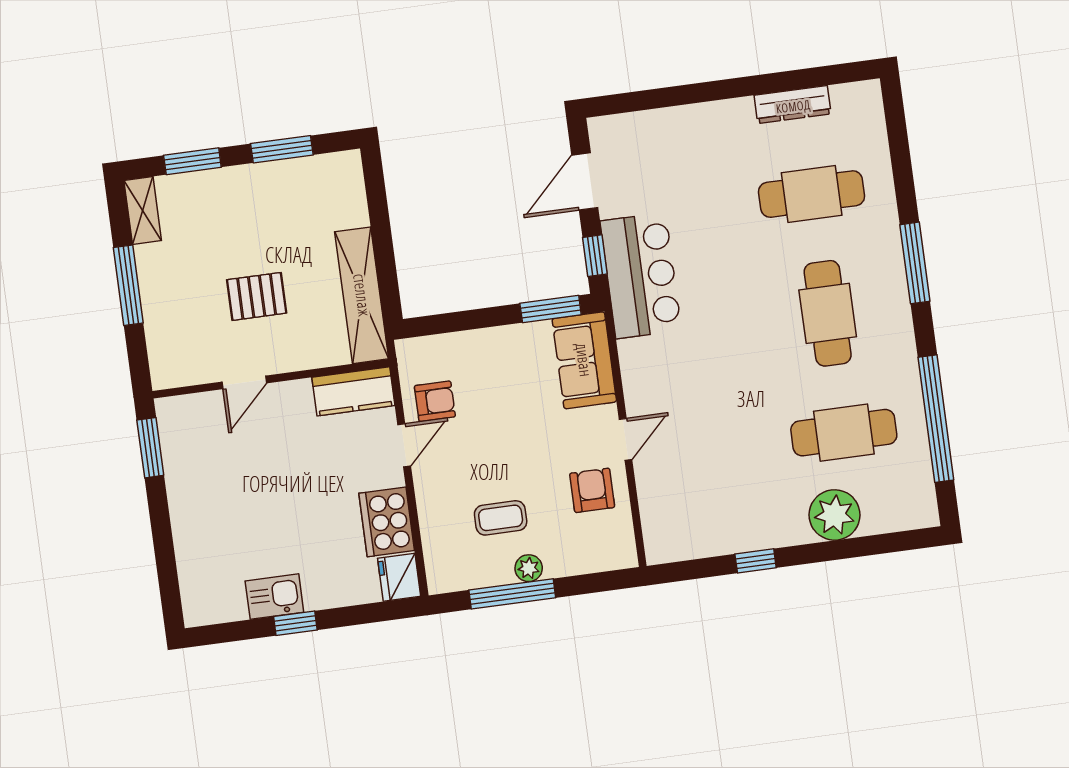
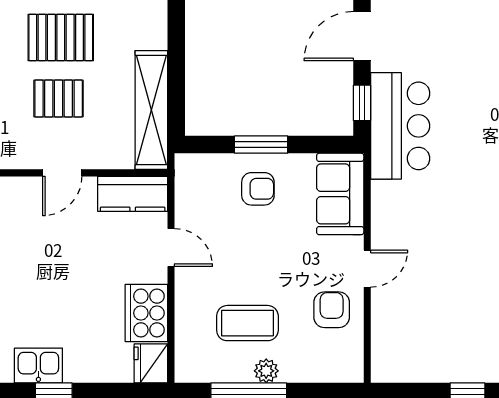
pallet: (250, 228) -> (61, 37), added
window: (551, 309) -> (261, 145), moved
door: (244, 382) -> (62, 173), moved
armchair: (435, 401) -> (258, 189), moved
door: (404, 445) -> (171, 248), hinge flipped
coffee table: (501, 518) -> (247, 323), width x1.36, depth x1.30

